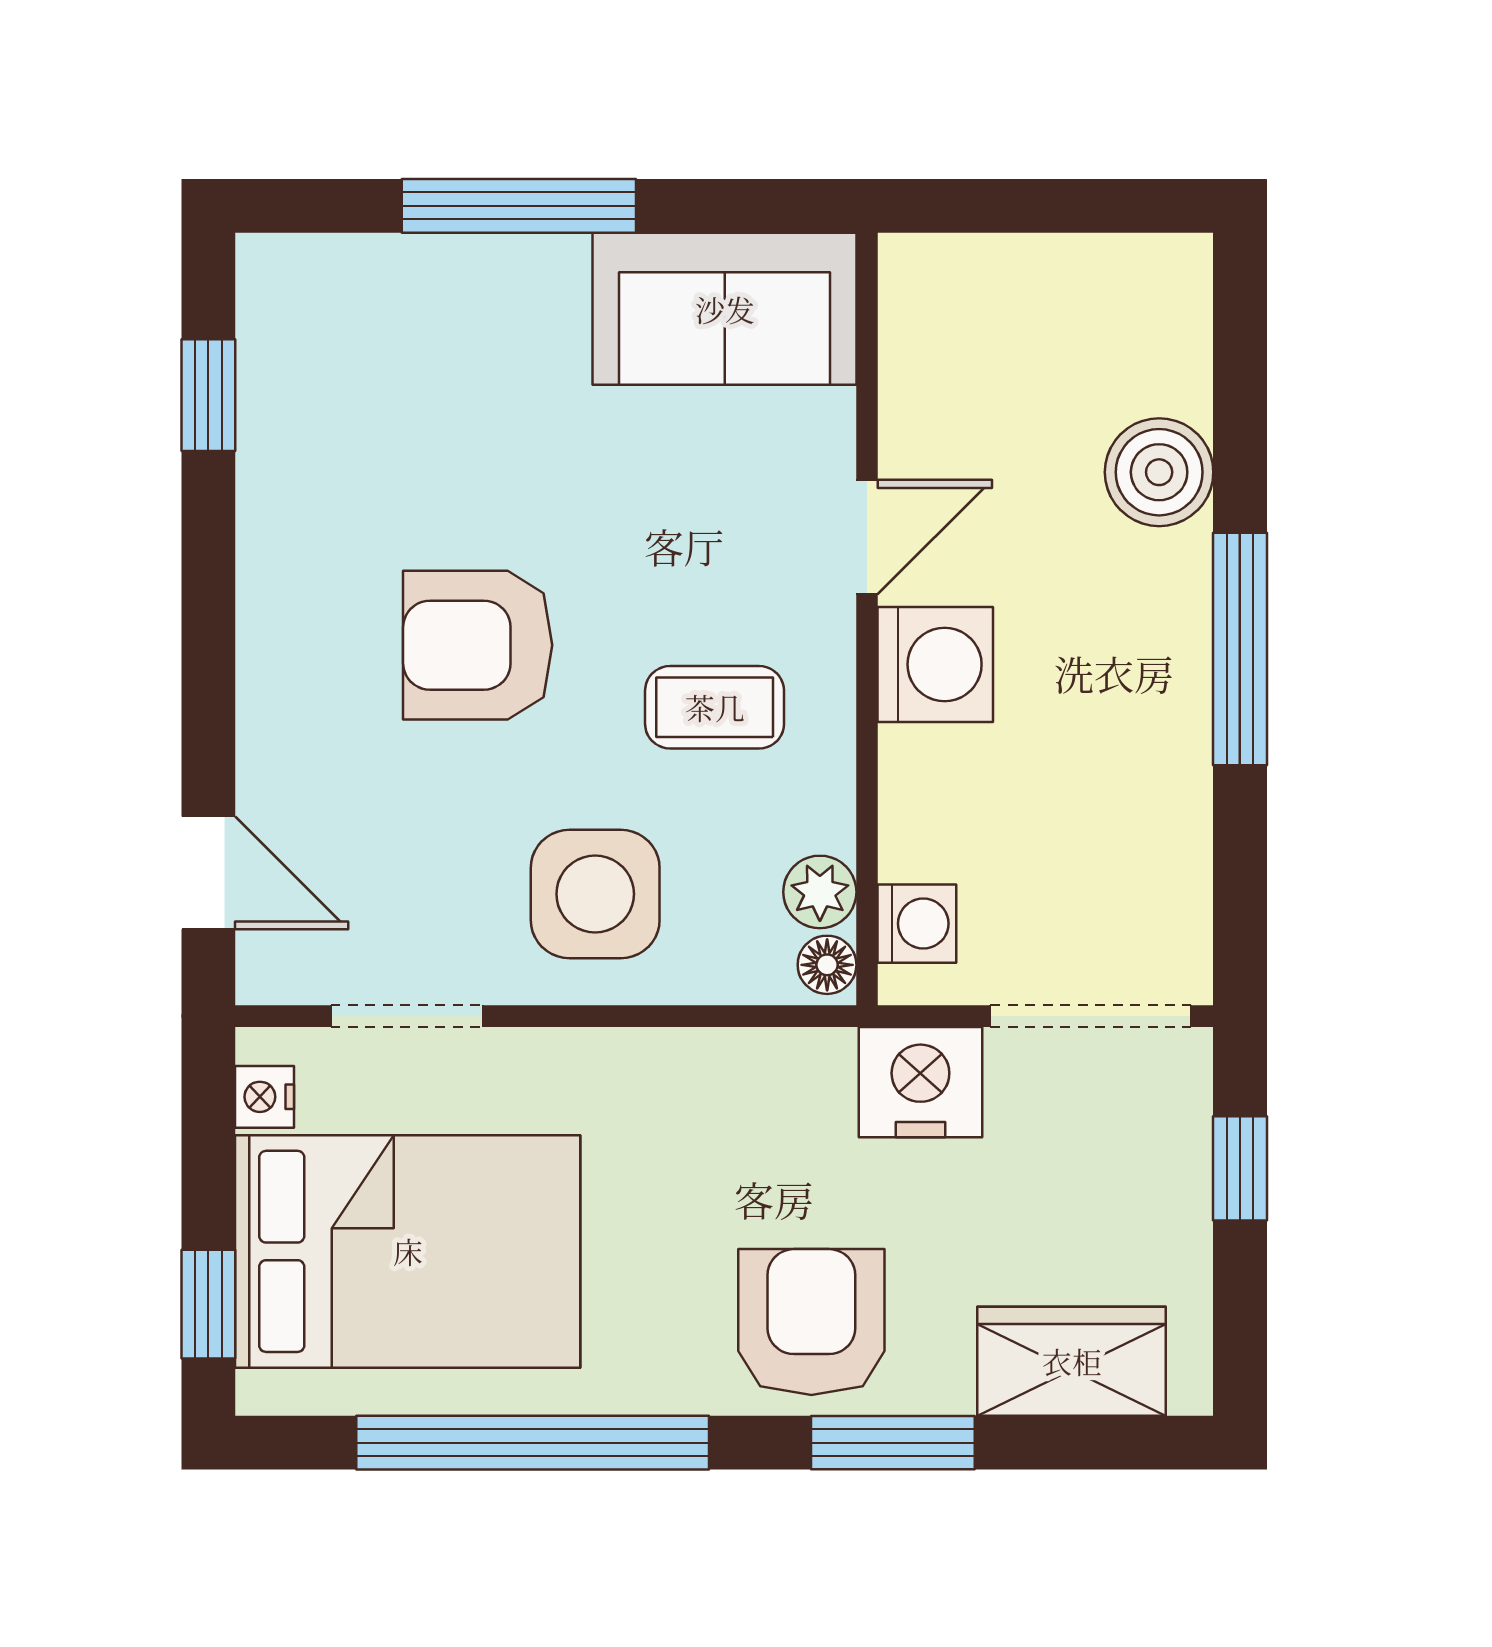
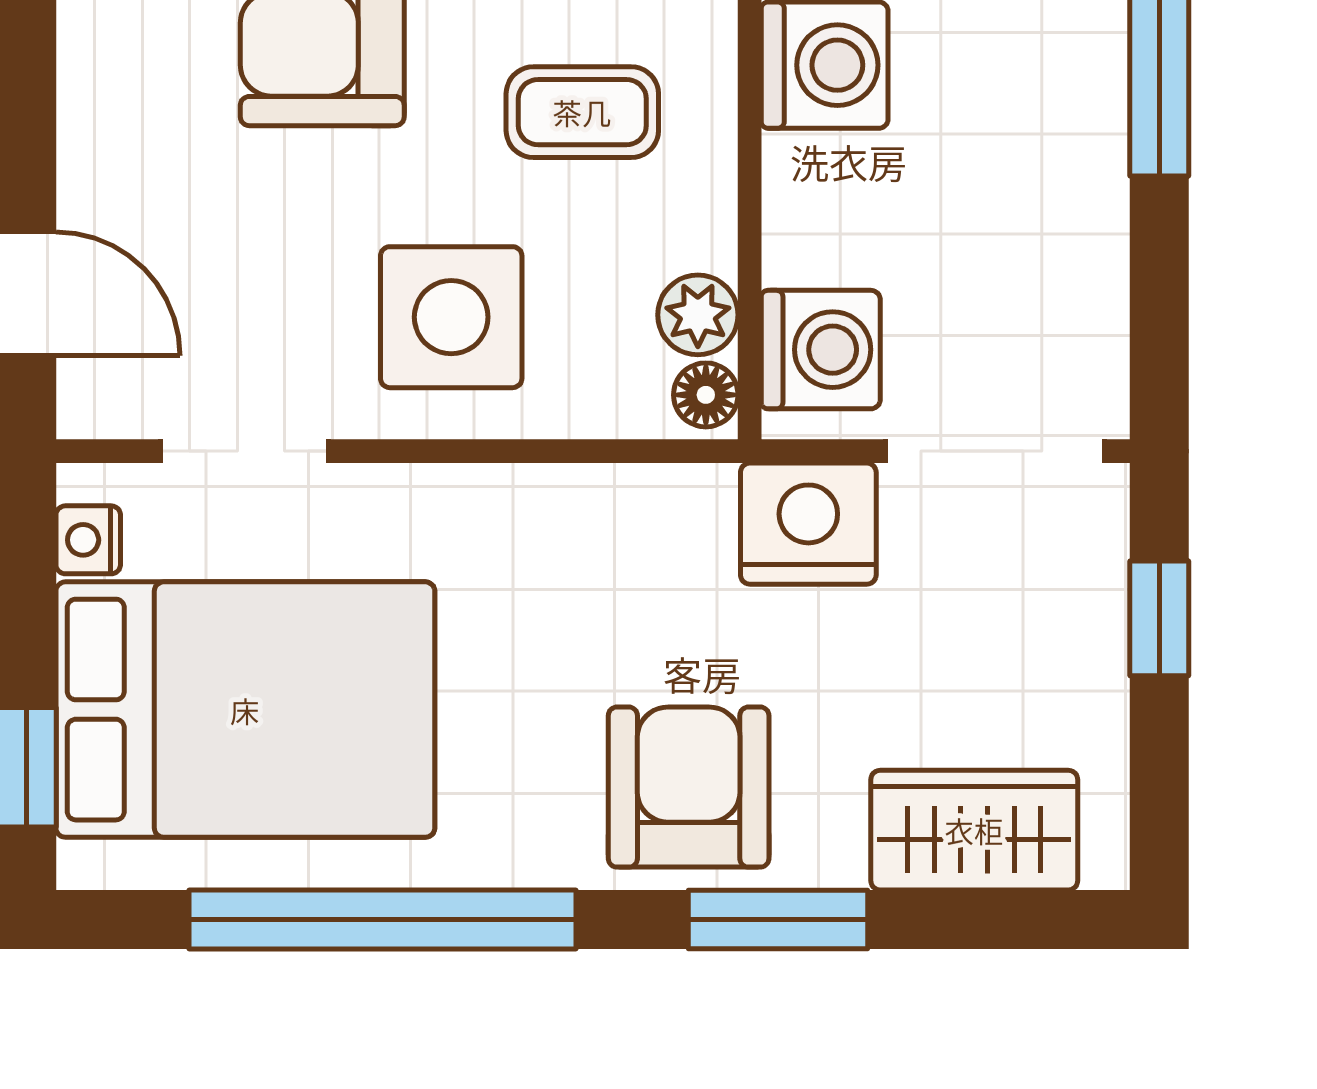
washing machine: (917, 924) -> (821, 350), width x1.38, depth x1.38

